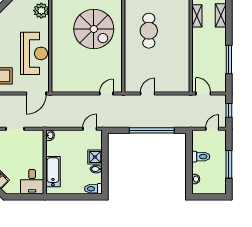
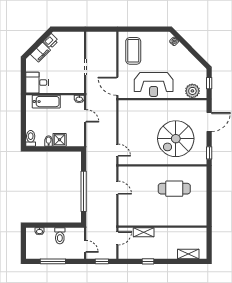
shelving: (197, 16) -> (144, 232), moved
window: (229, 60) -> (148, 261), width x0.46
door: (90, 129) -> (85, 116), moved

